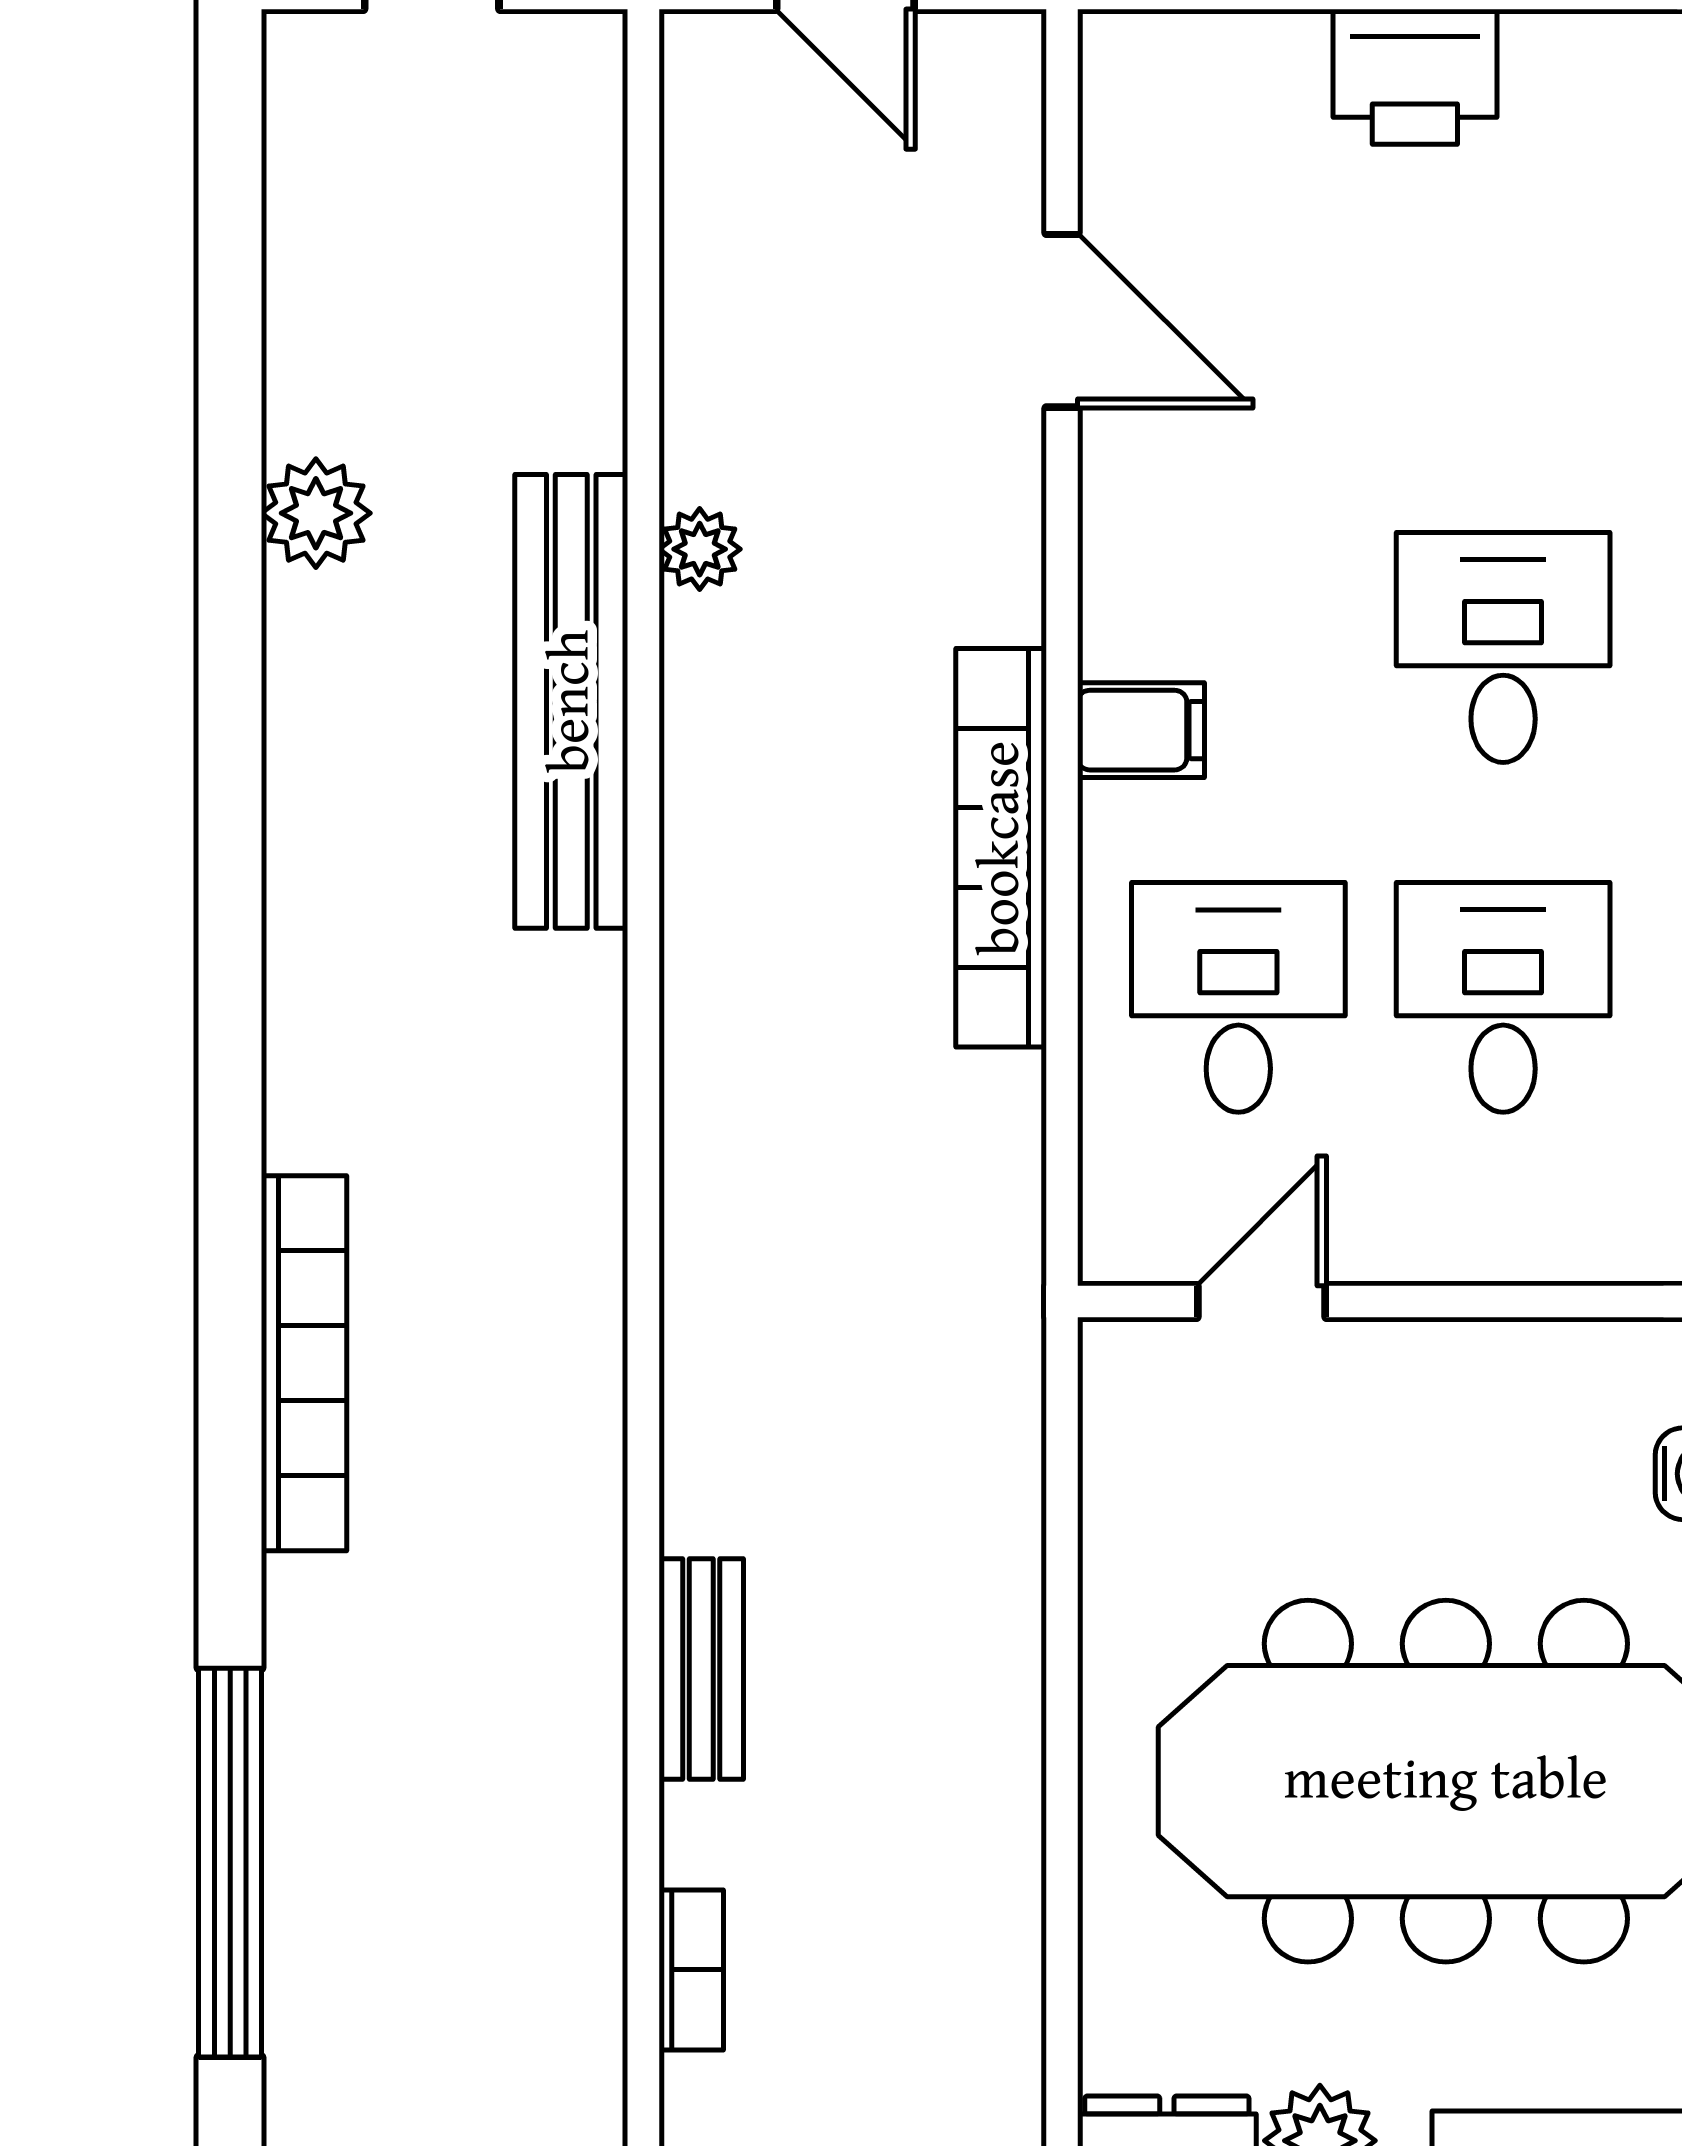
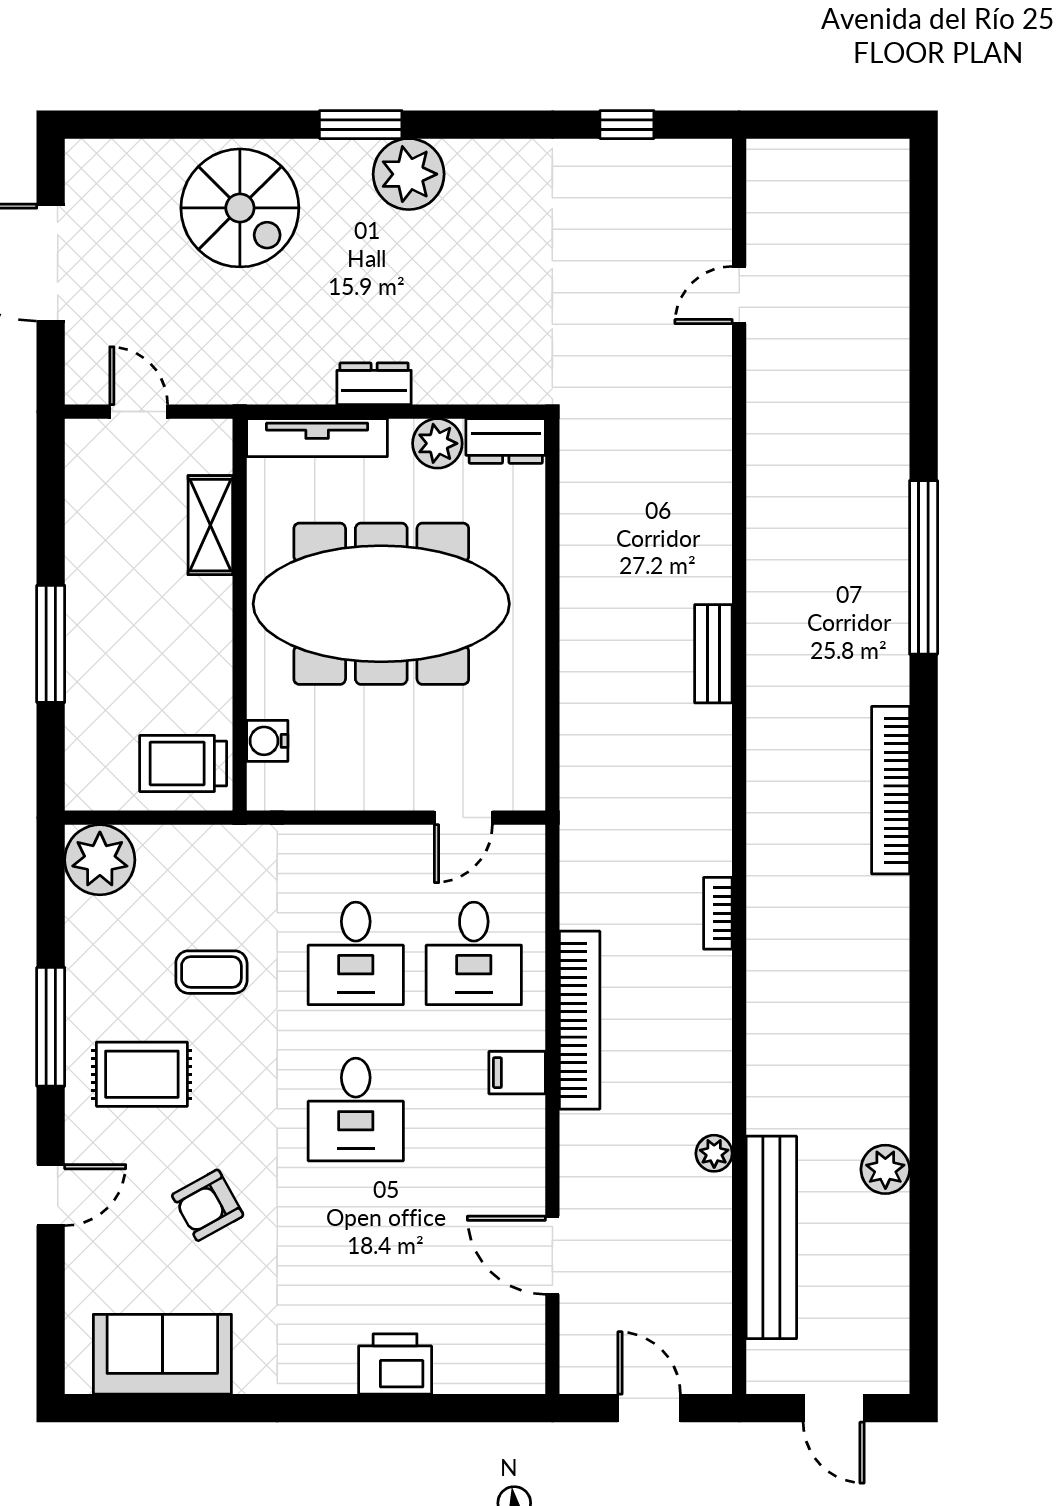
bench: (571, 701) -> (771, 1237), moved
bookcase: (691, 1970) -> (718, 913), moved

